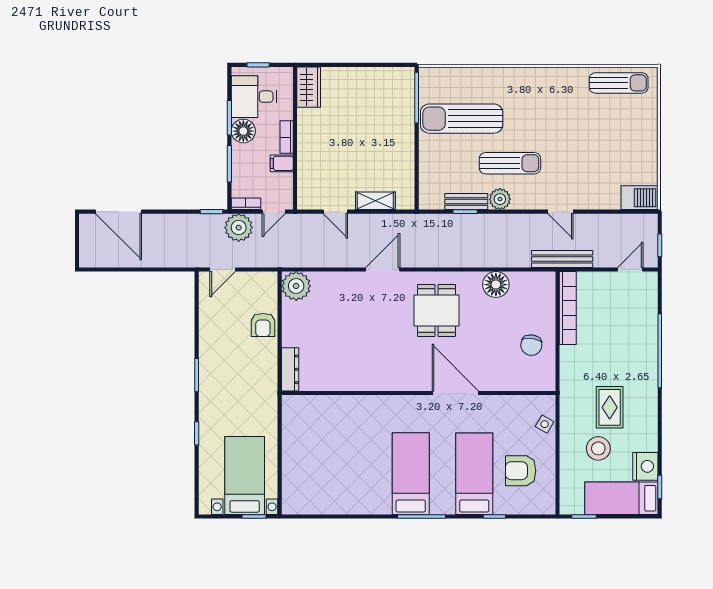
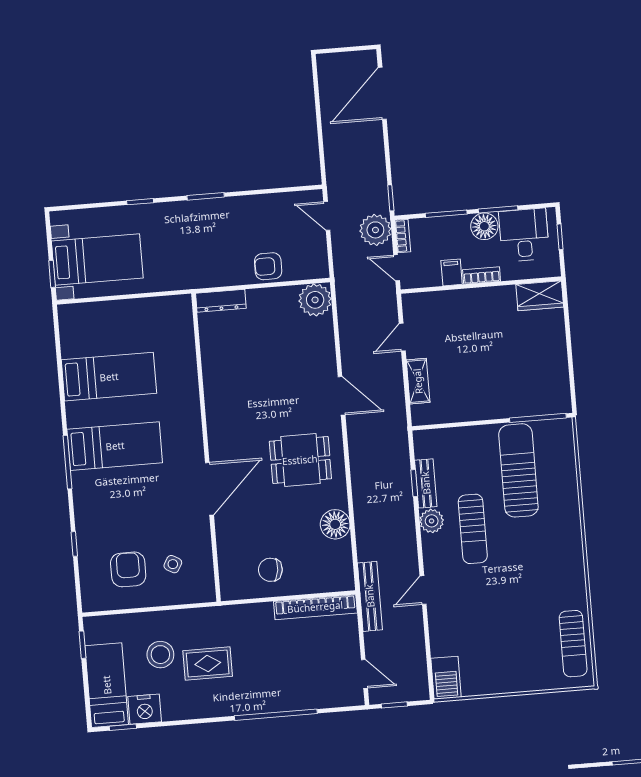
side table: (545, 424) -> (173, 564), moved
bed: (474, 474) -> (109, 377), moved

